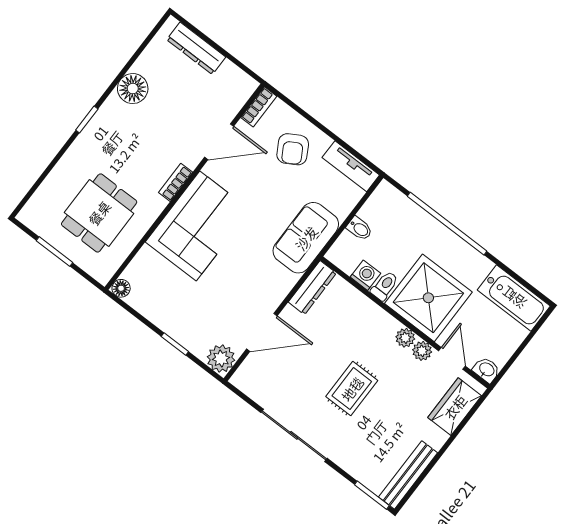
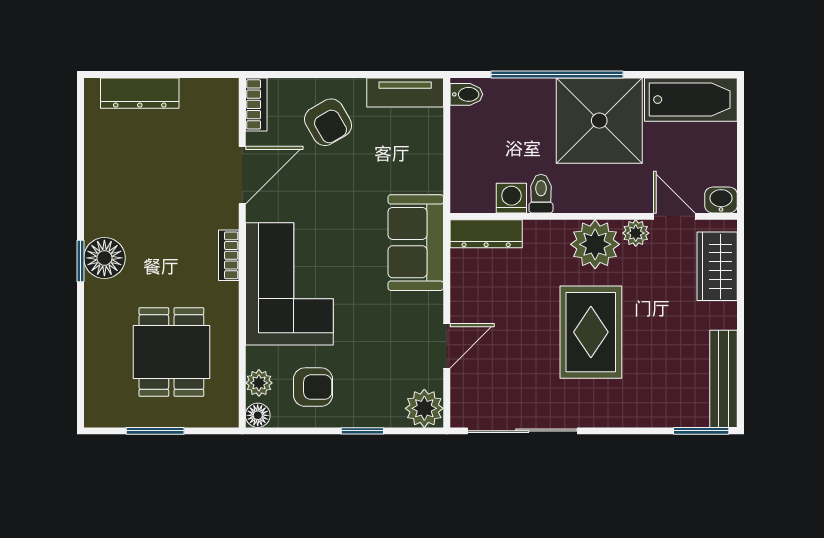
floor lamp: (133, 89) -> (104, 258), moved
bidet: (360, 229) -> (466, 94), moved
sofa: (306, 238) -> (416, 243), moved
plant: (136, 270) -> (259, 383), added
dresser: (312, 288) -> (486, 234), moved, turned 90
armchair: (166, 297) -> (313, 387), added
shower: (428, 298) -> (599, 121), moved
door: (262, 332) -> (447, 346), width x0.73
plant: (405, 338) -> (595, 244), width x1.88, depth x1.88
rug: (352, 389) -> (591, 332), width x1.36, depth x1.43
sliding door: (294, 435) -> (522, 431), moved

